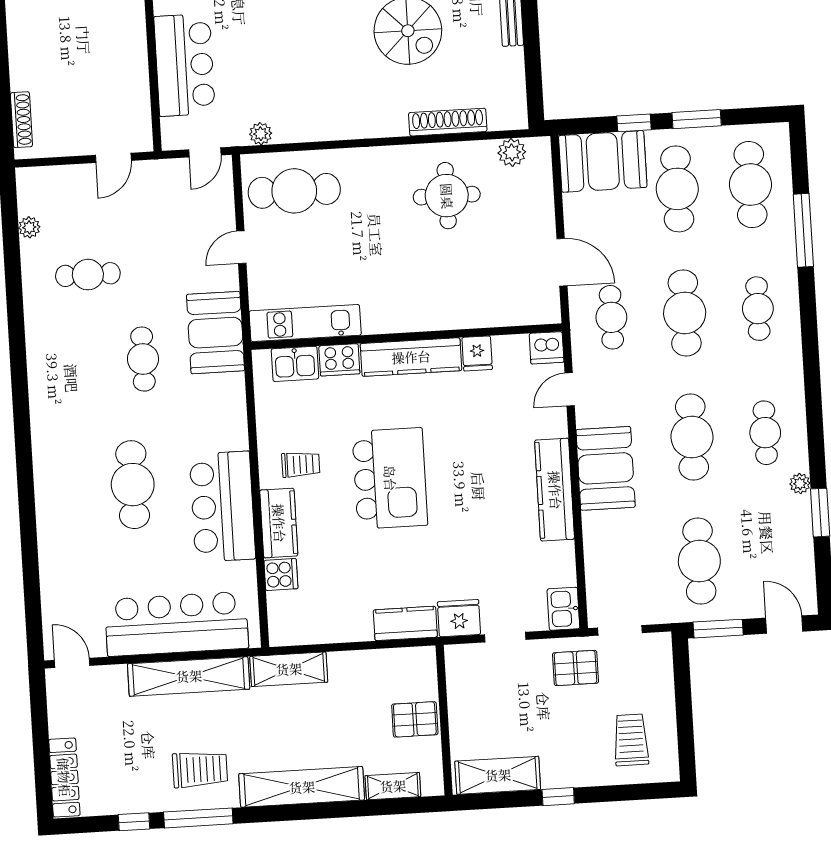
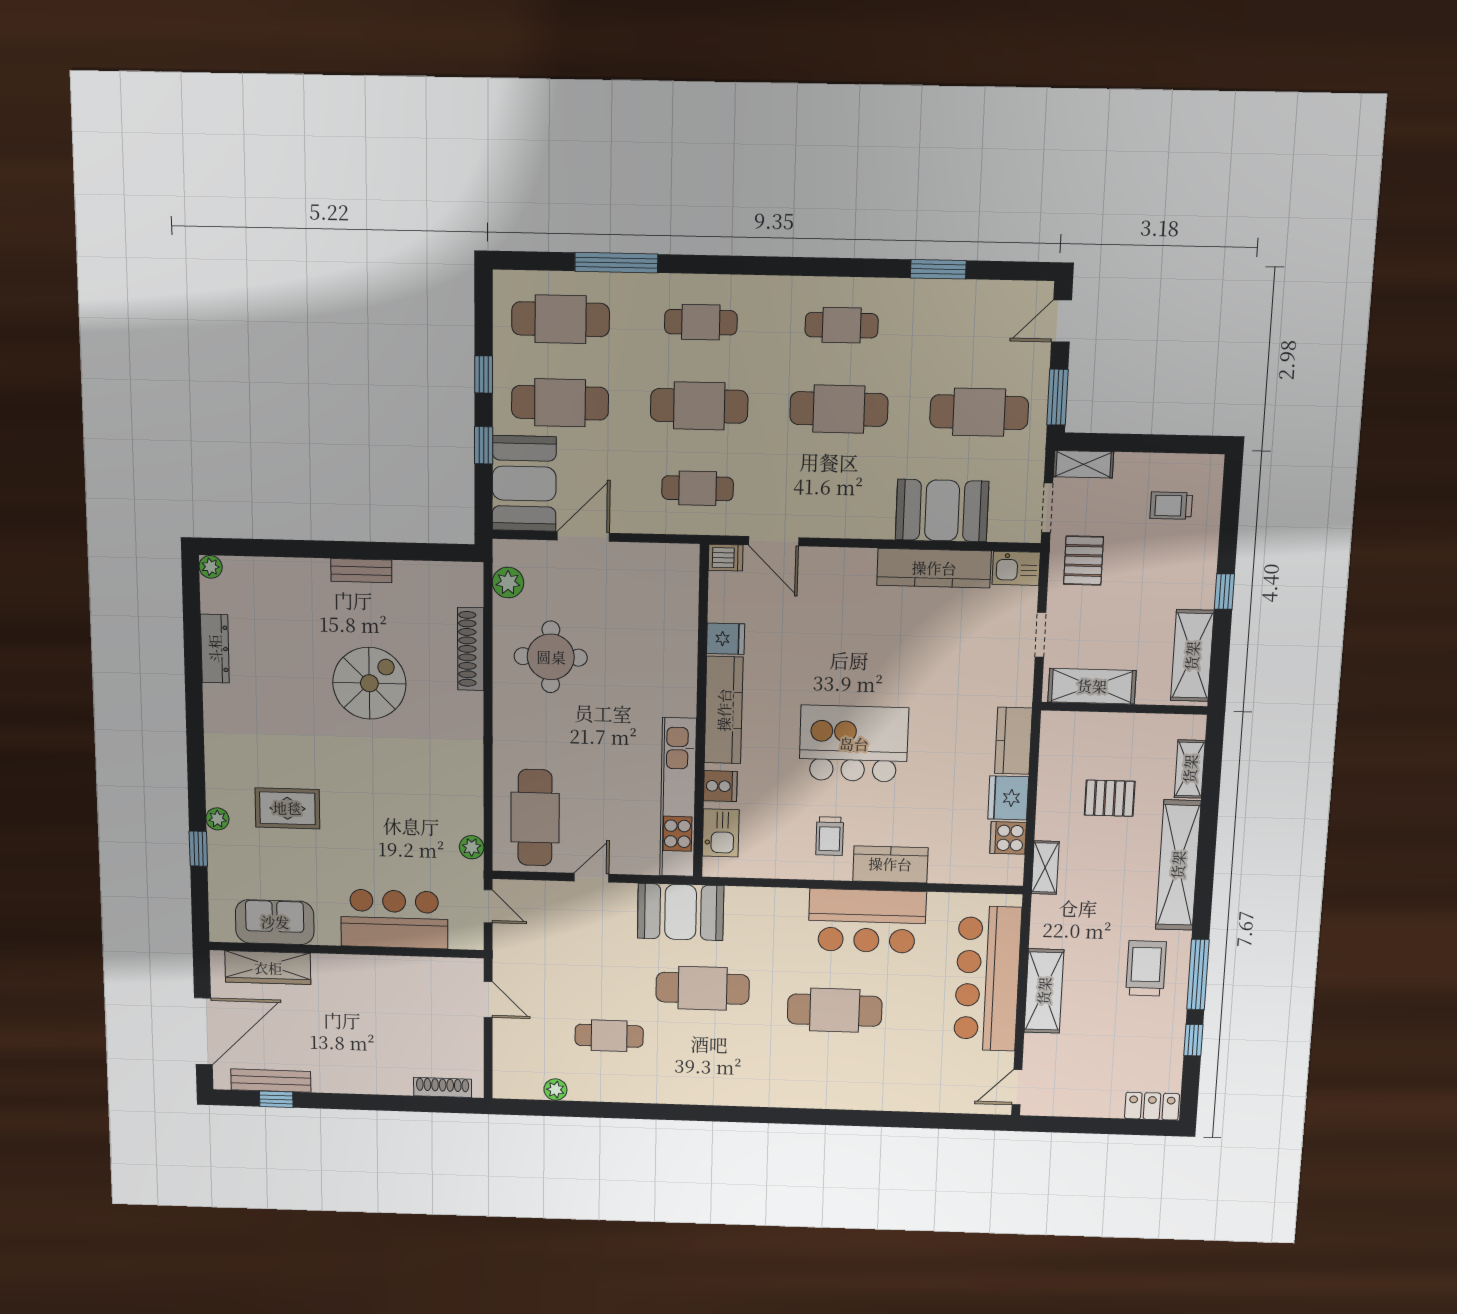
window: (697, 119) -> (484, 374), width x0.67
door: (241, 247) -> (591, 878), swing flipped
door: (562, 262) -> (583, 537), moved
cafe table: (88, 275) -> (609, 1036), turned 90
kitchen unit: (305, 323) -> (678, 797), width x1.36
dishwasher: (547, 348) -> (726, 558), width x0.73
cafe table: (143, 359) -> (703, 988), width x1.37, depth x1.35
cooker: (339, 360) -> (720, 786), width x0.73
door: (570, 389) -> (774, 541), width x1.38
trolley: (301, 464) -> (830, 836), turned 180
booth: (606, 468) -> (942, 511), moved
plant: (800, 484) -> (903, 290), removed
kitchen counter: (555, 490) -> (934, 568), moved
cooker: (281, 575) -> (1008, 838), moved, turned -90
fridge: (459, 618) -> (1008, 798), moved
shelving: (661, 658) -> (1083, 464), added
shelving: (289, 669) -> (1045, 868), width x0.67, depth x0.75
shelving: (189, 676) -> (1044, 991), width x0.68
shelving: (462, 689) -> (1092, 686), added
pallet: (415, 719) -> (1110, 798), moved, turned 90
trolley: (631, 740) -> (1171, 506), width x0.73, depth x0.72
locker: (64, 777) -> (1152, 1106), width x0.66

